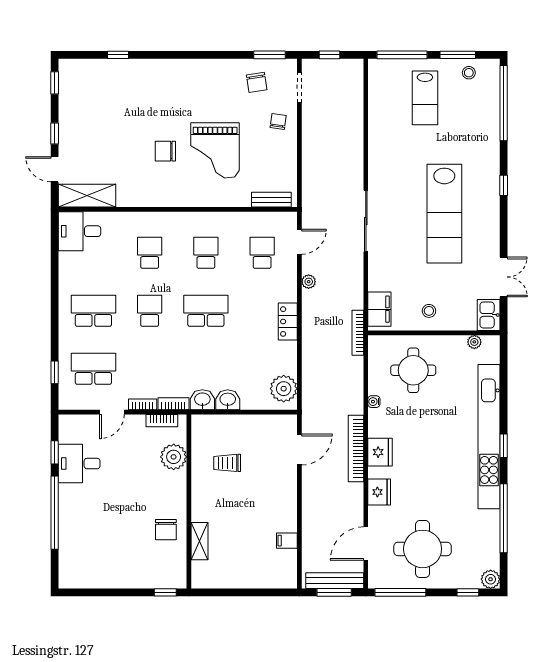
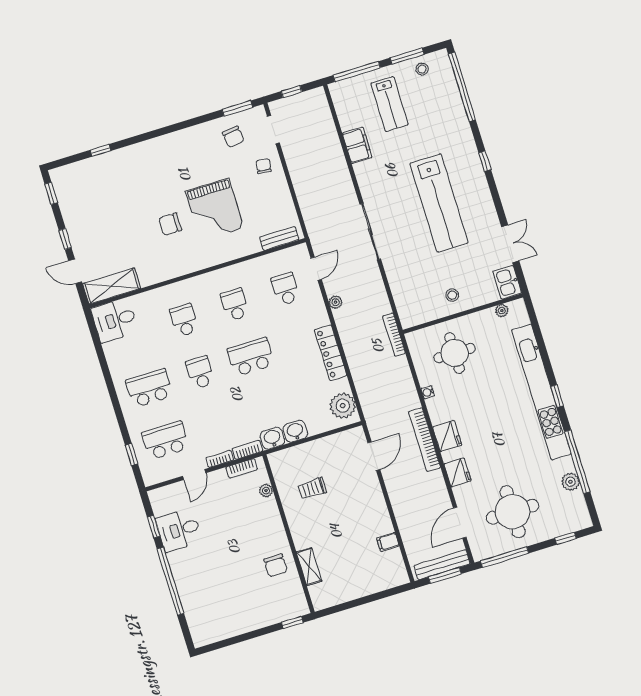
filing cabinet: (379, 309) -> (357, 145), moved
locker: (288, 322) -> (331, 353), width x1.53
plant: (174, 457) -> (266, 491), width x0.53, depth x0.53
plant: (491, 579) -> (570, 482), moved

